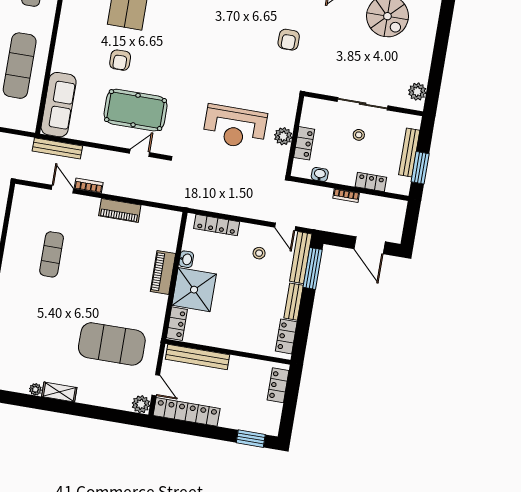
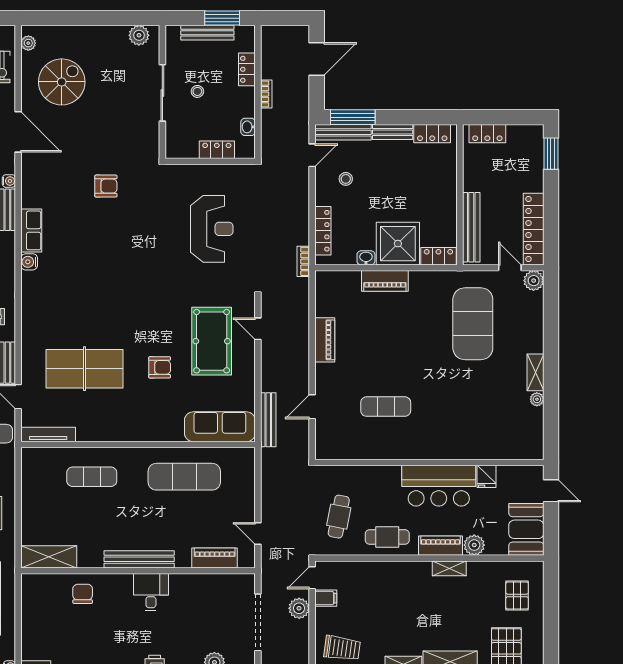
plant: (283, 136) -> (213, 174), removed
bookcase: (89, 186) -> (303, 261), moved
door: (156, 385) -> (510, 268), hinge flipped

